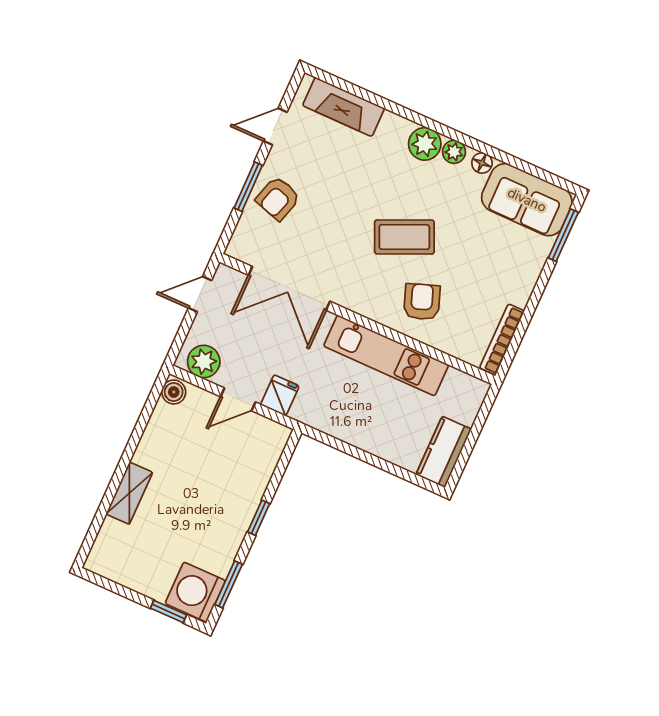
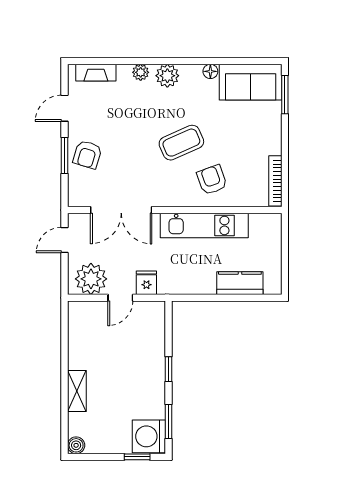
fireplace: (344, 107) -> (96, 73), width x0.73, depth x0.76
plant: (454, 152) -> (141, 72), moved
plant: (204, 362) -> (91, 279), width x1.36, depth x1.36
boiler: (174, 392) -> (76, 445), moved
kitchen counter: (444, 452) -> (240, 283), moved, turned 90

